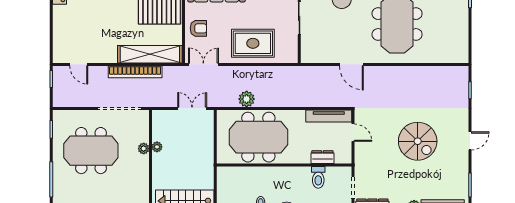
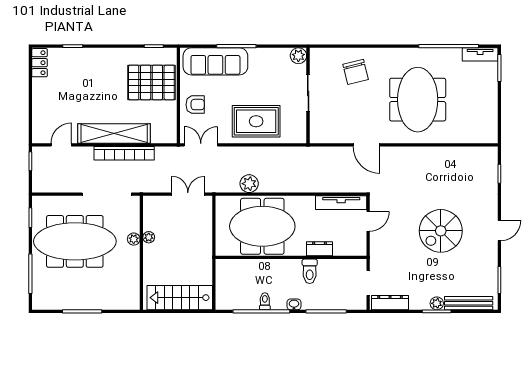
shelving: (150, 54) -> (114, 133), moved
door: (79, 64) -> (61, 145), swing flipped
door: (353, 133) -> (368, 221), hinge flipped
spiral stairs: (418, 141) -> (441, 231), turned 90
meeting table: (91, 151) -> (75, 241), width x1.36
dresser: (322, 157) -> (320, 249), moved
toilet: (318, 177) -> (310, 271), moved

